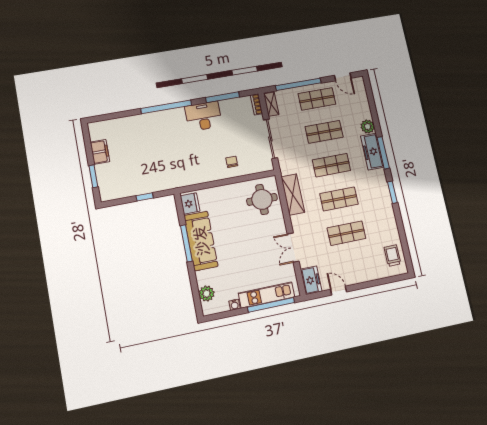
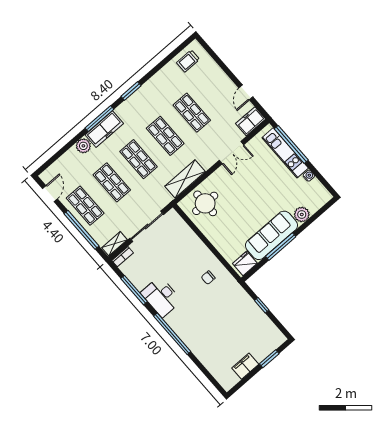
chair: (232, 162) -> (208, 278), moved
plant: (207, 294) -> (302, 214), moved

